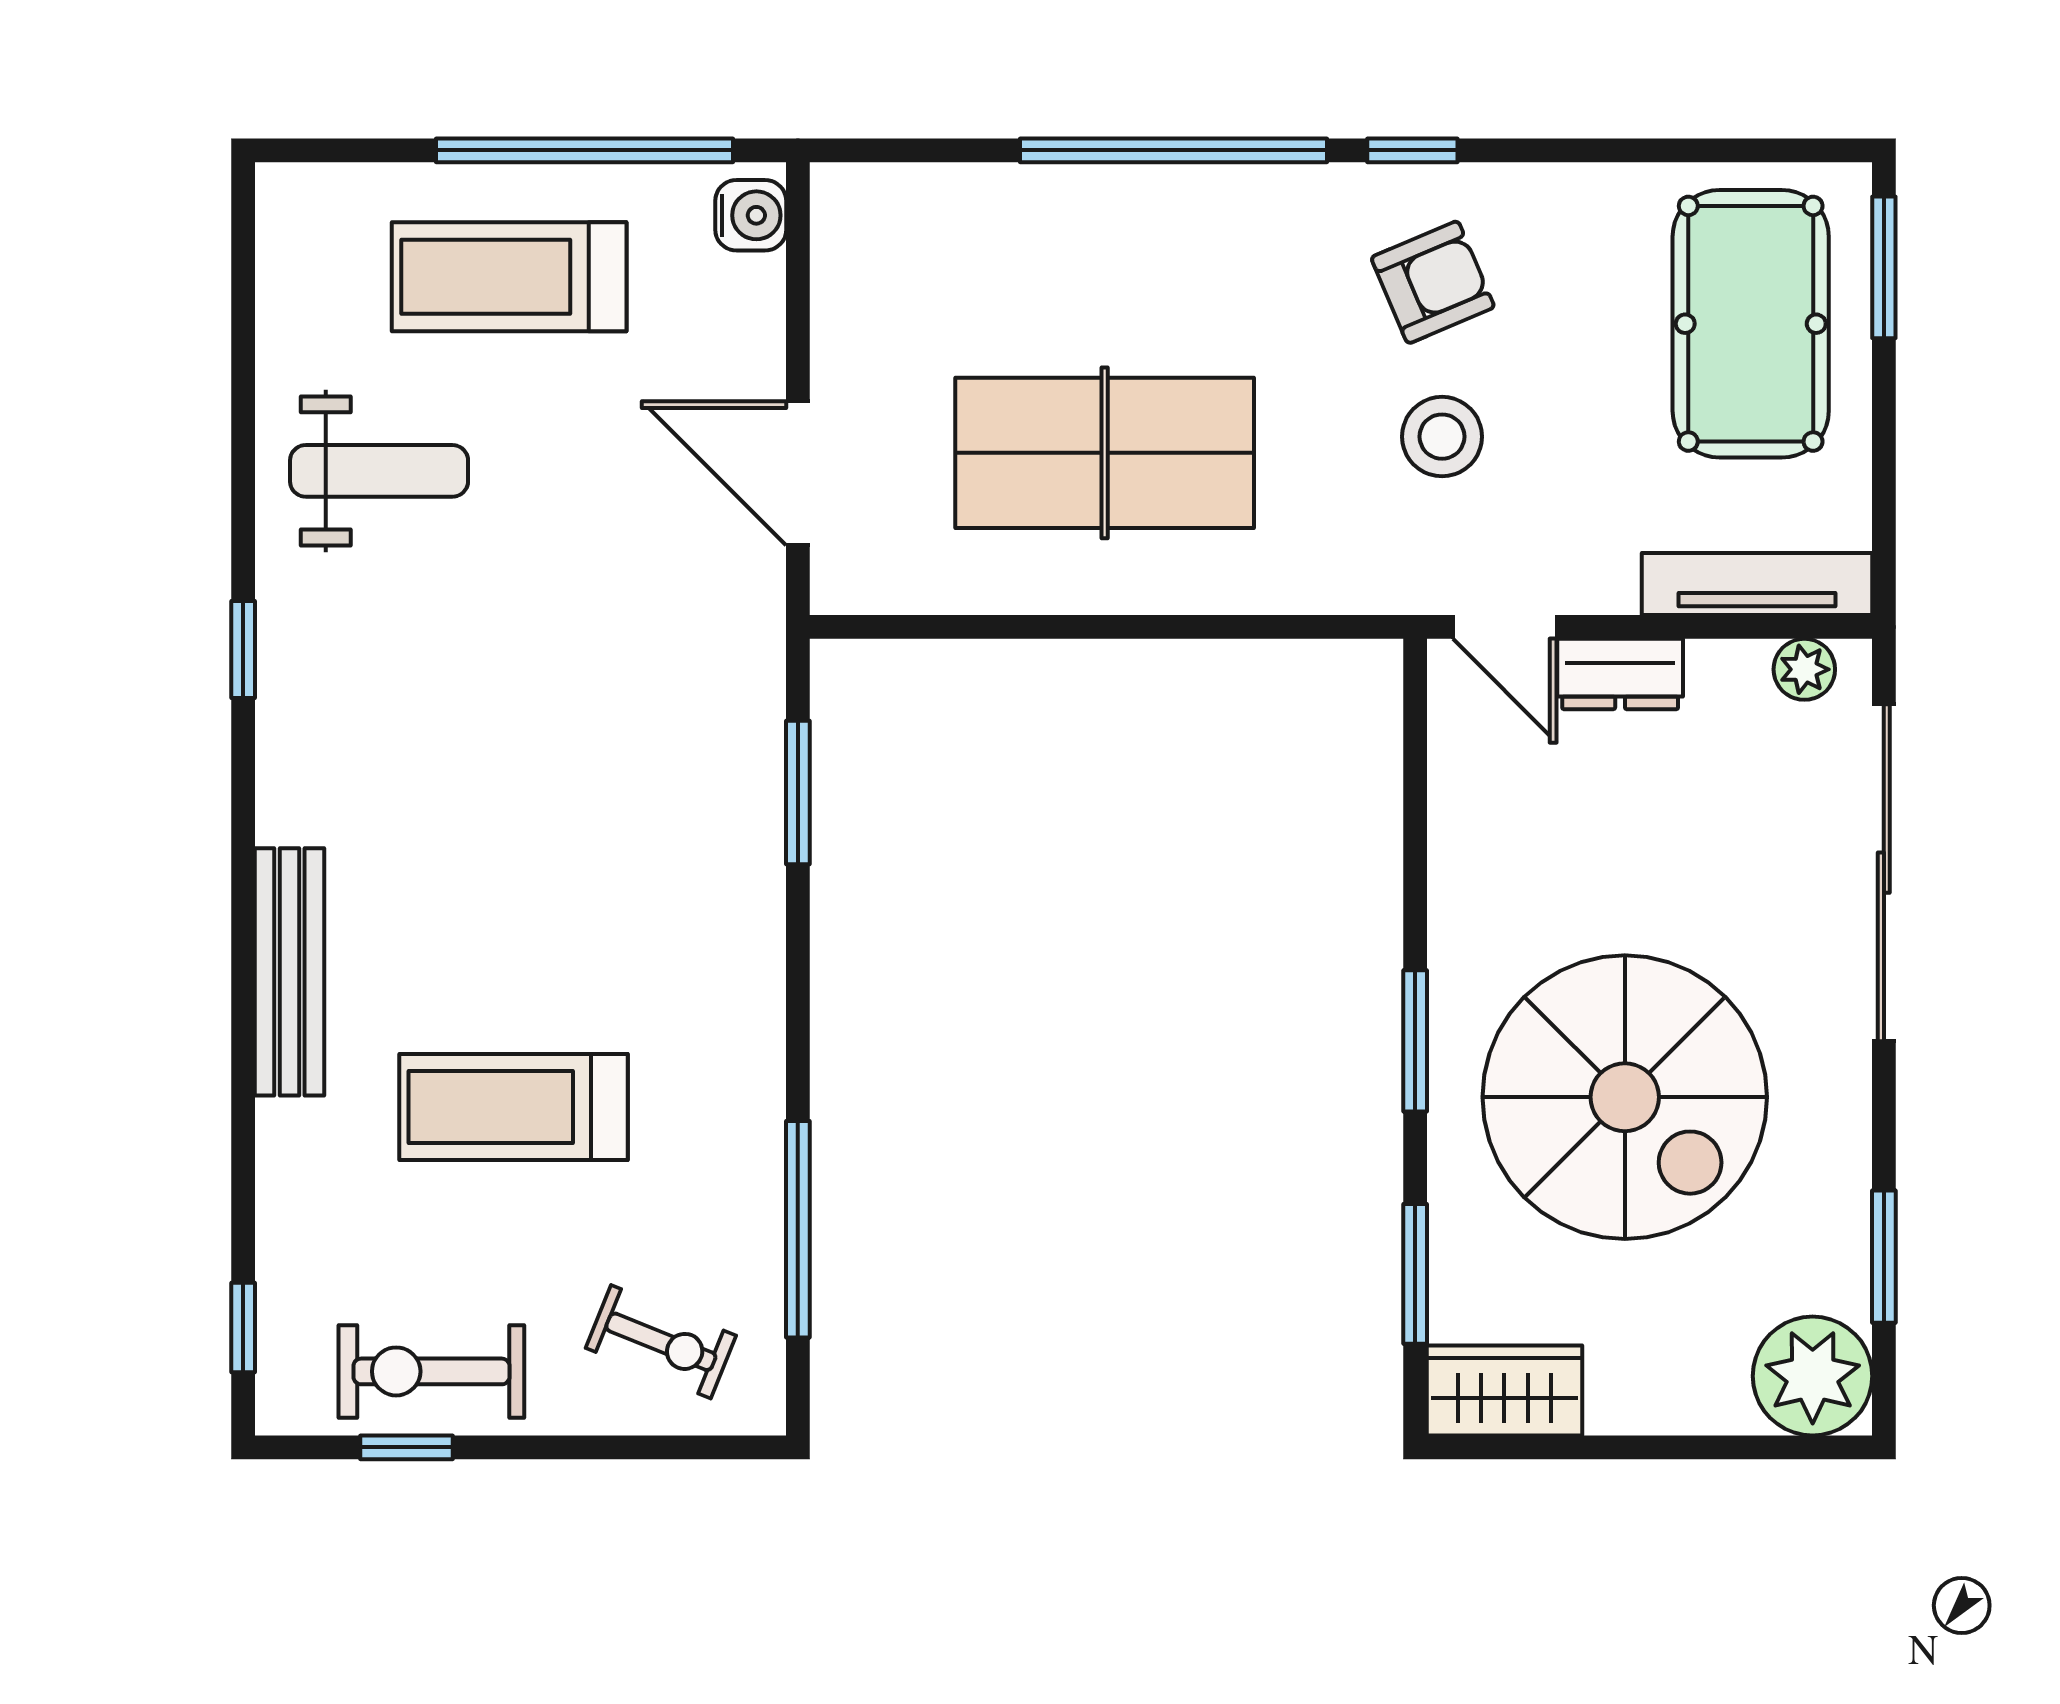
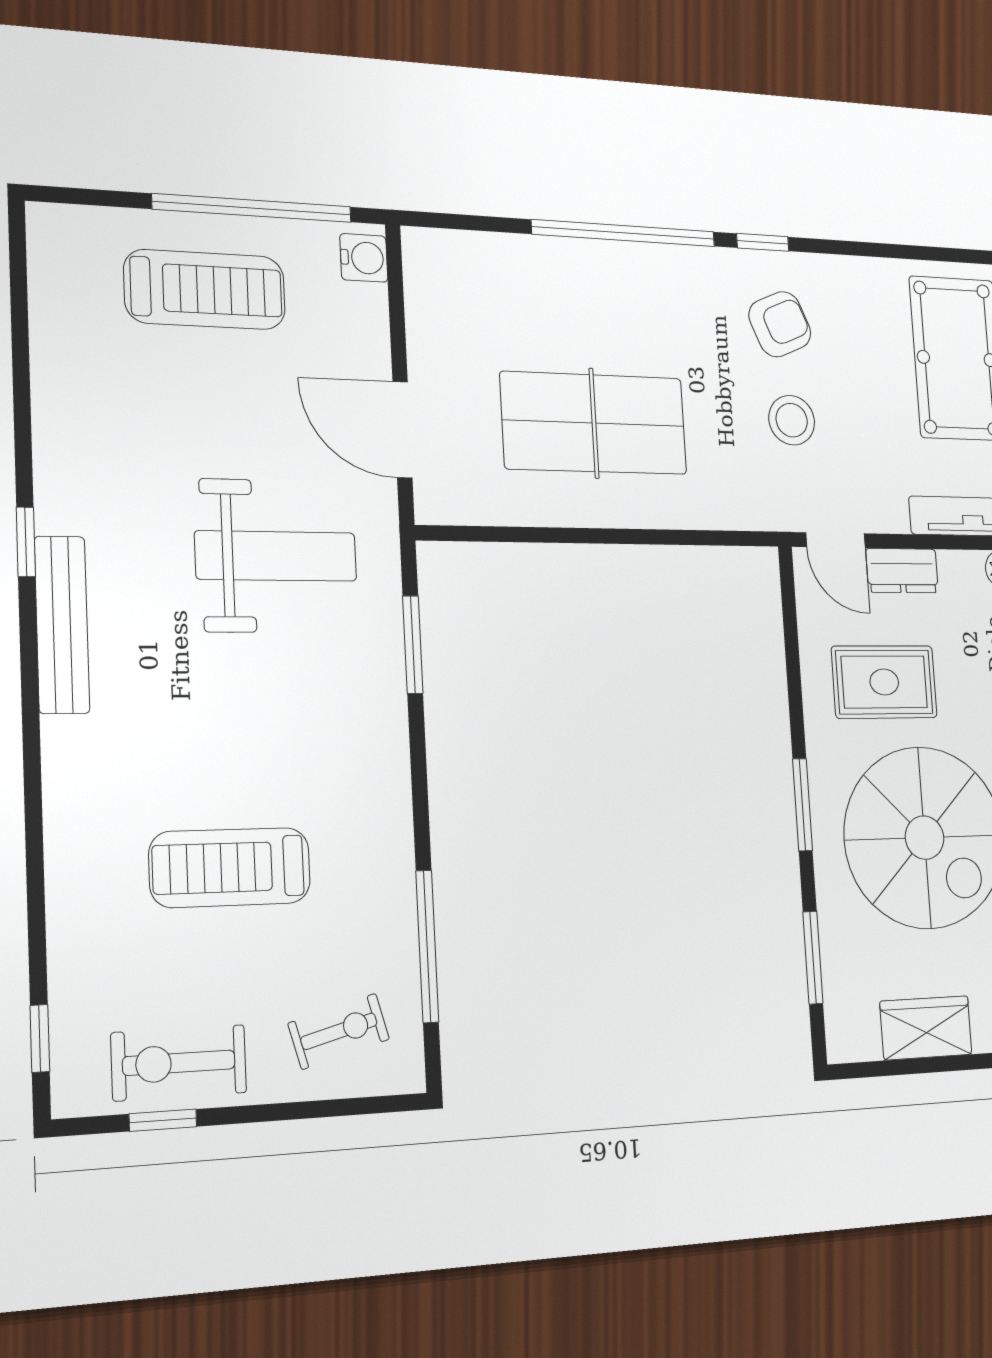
treadmill: (509, 277) -> (205, 290), turned 180
weight bench: (379, 471) -> (276, 556), moved, width x1.36, depth x1.33
rug: (1573, 852) -> (884, 682), added
bench: (289, 972) -> (62, 625), moved
exercise bike: (661, 1342) -> (339, 1031), turned -37
wardrobe: (1504, 1391) -> (926, 1028), moved

